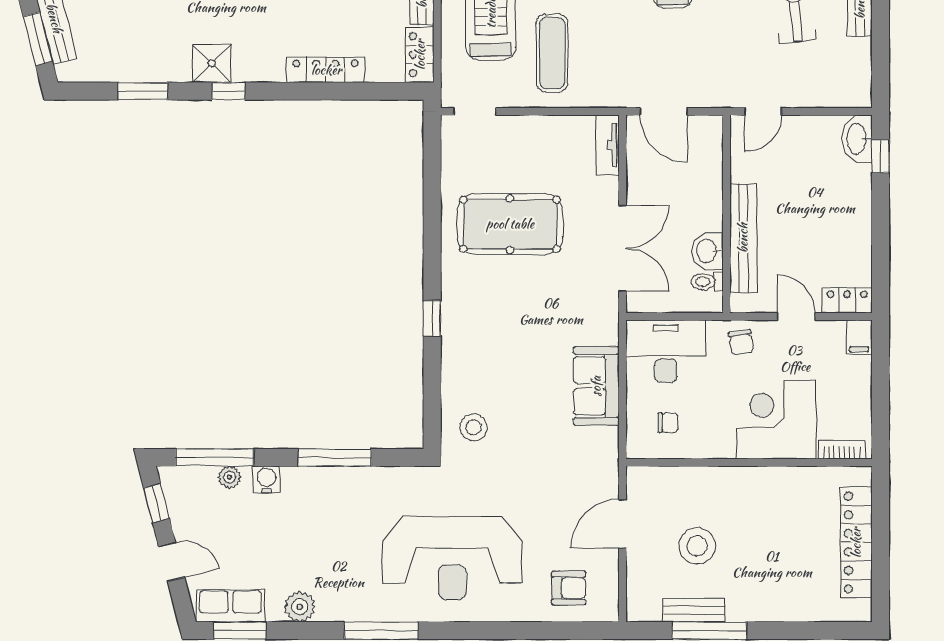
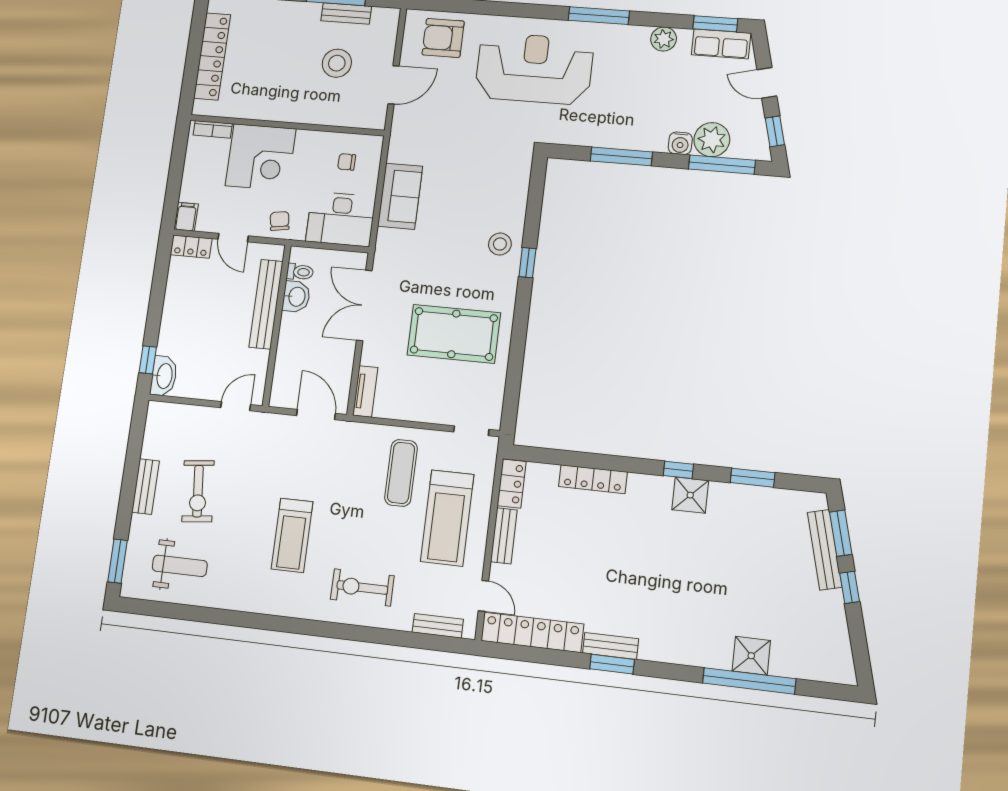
stool: (473, 427) -> (500, 244), moved
plant: (230, 477) -> (712, 140), width x1.88, depth x1.88
armchair: (569, 588) -> (443, 38), width x1.38, depth x1.38

